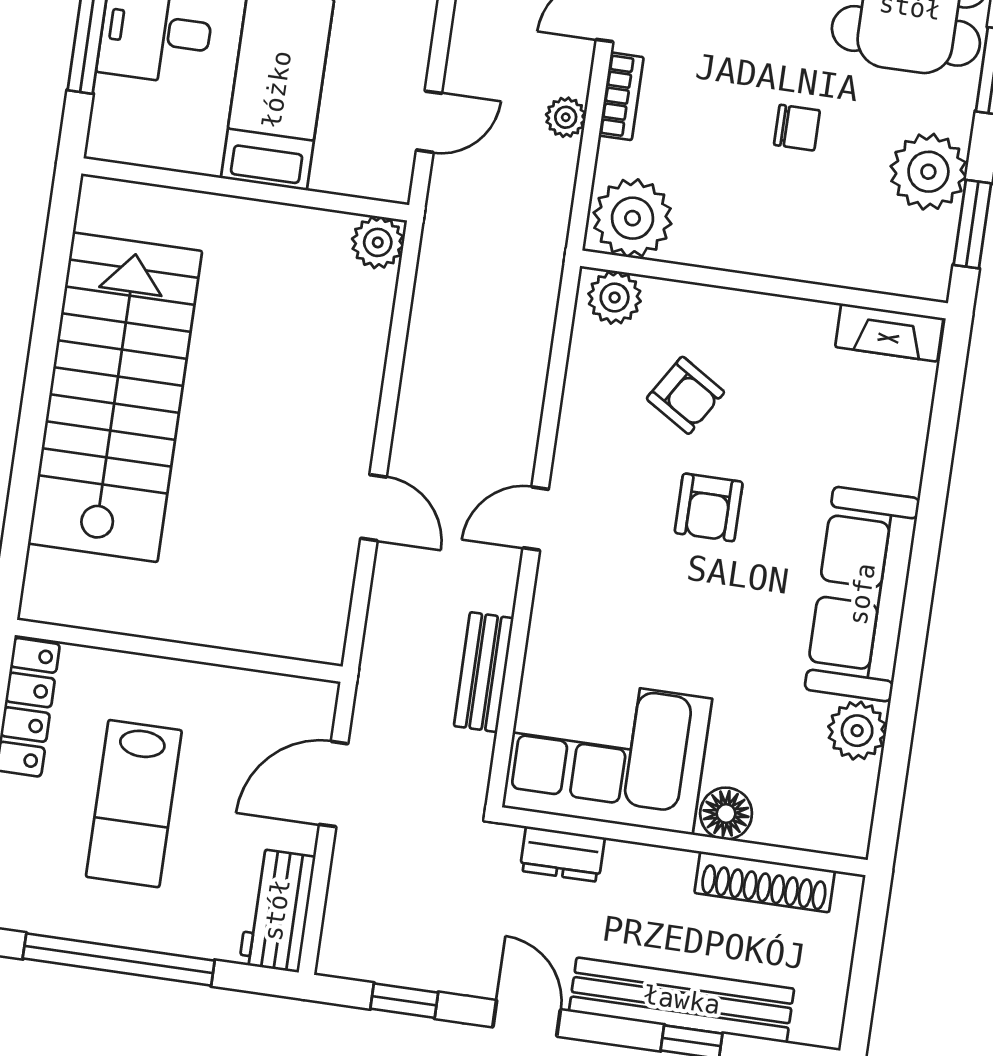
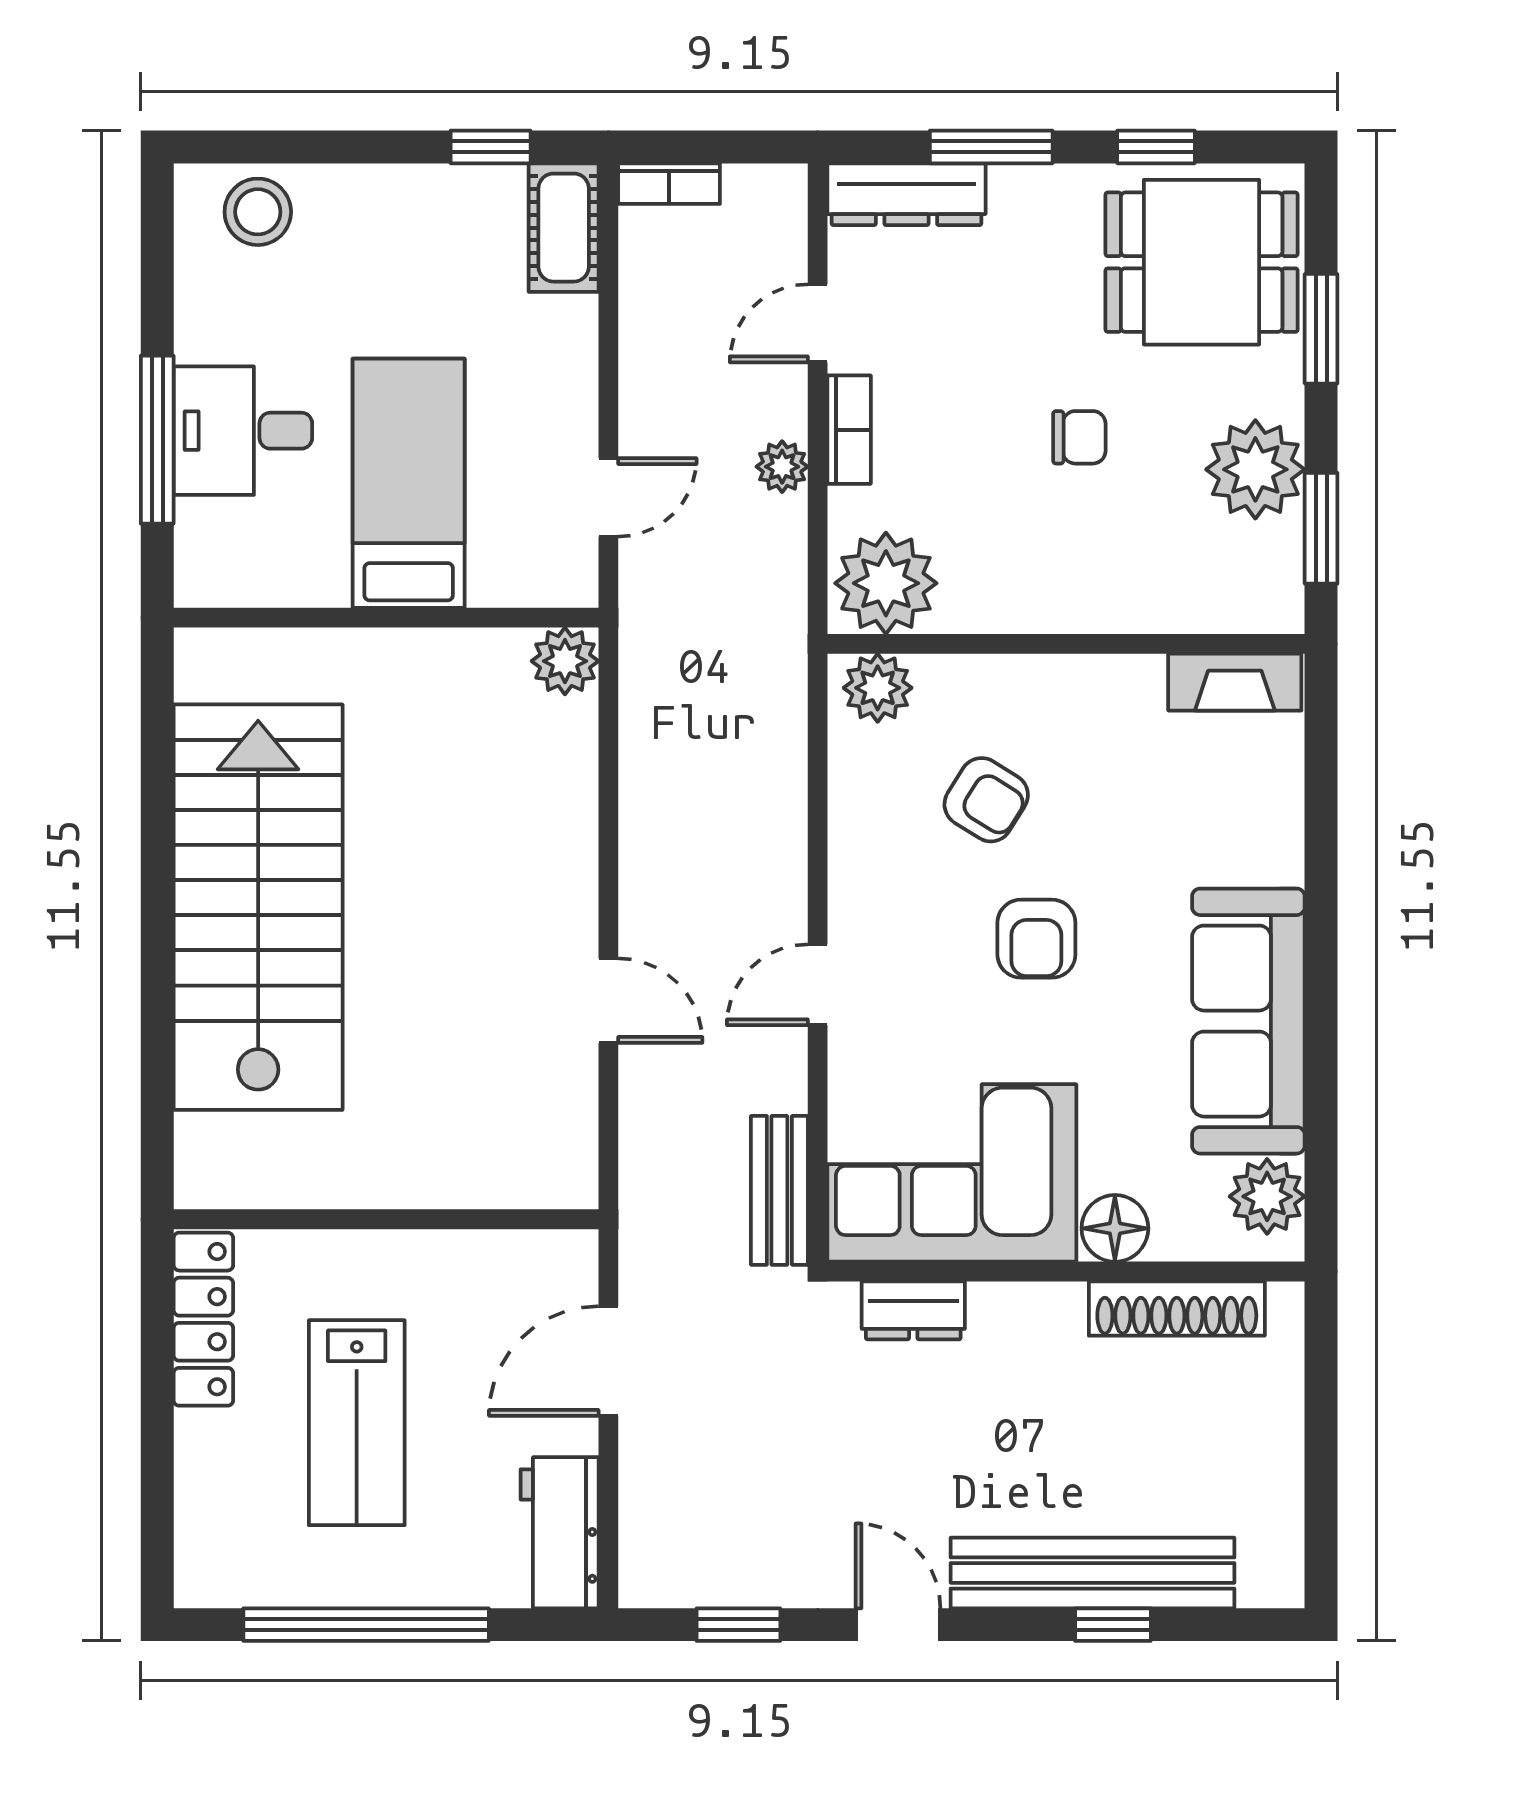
corner sofa: (607, 753) -> (952, 1173), moved
floor lamp: (726, 814) -> (1115, 1228), moved
wall: (684, 841) -> (1066, 1272), moved
dresser: (562, 854) -> (913, 1310), moved
shoe rack: (765, 882) -> (1177, 1309), moved

